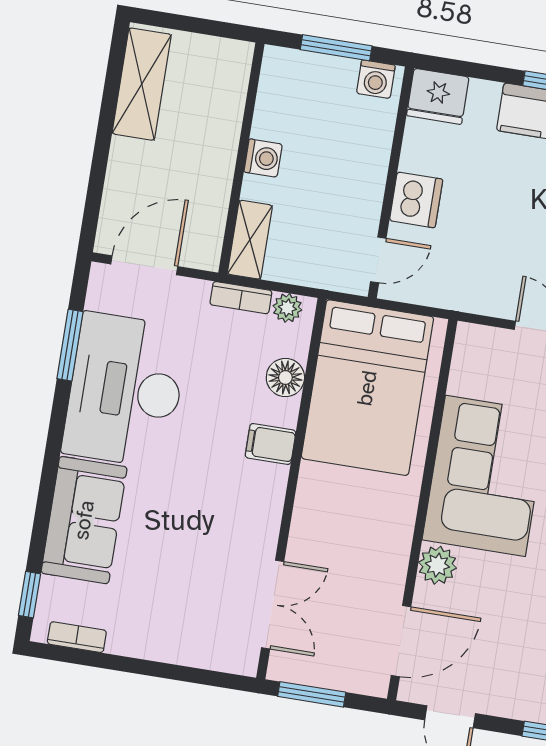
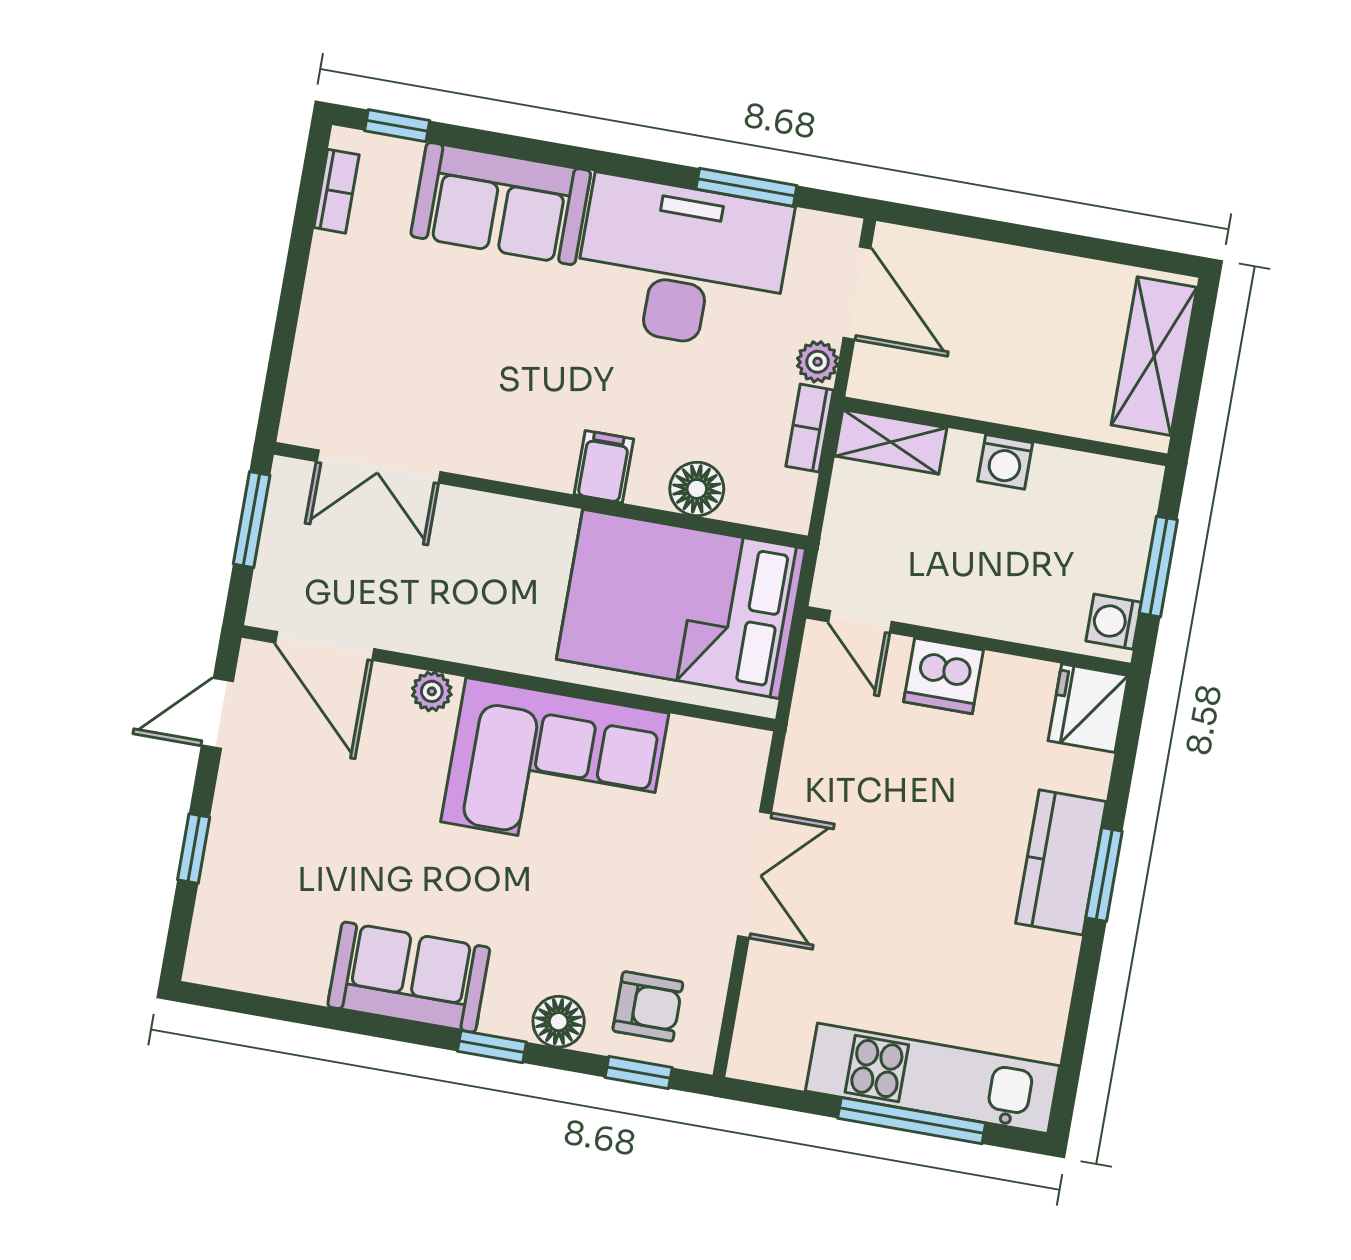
shelving: (142, 84) -> (1154, 356), moved, turned 90
plant: (287, 308) -> (818, 362), moved
plant: (437, 565) -> (432, 691), width x0.73, depth x0.73

